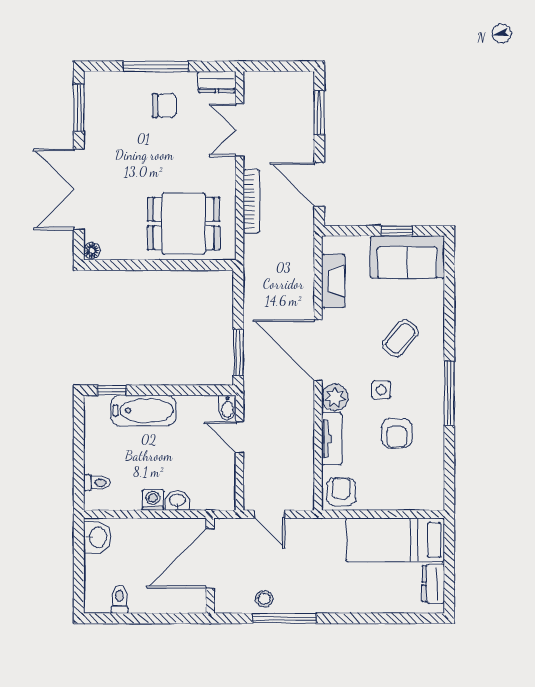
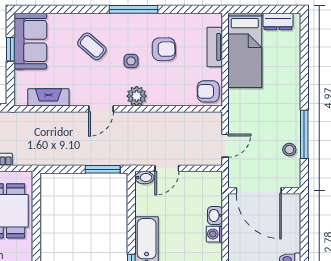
door: (318, 350) -> (101, 109), width x0.53
tv unit: (332, 439) -> (215, 47), moved, turned -90

